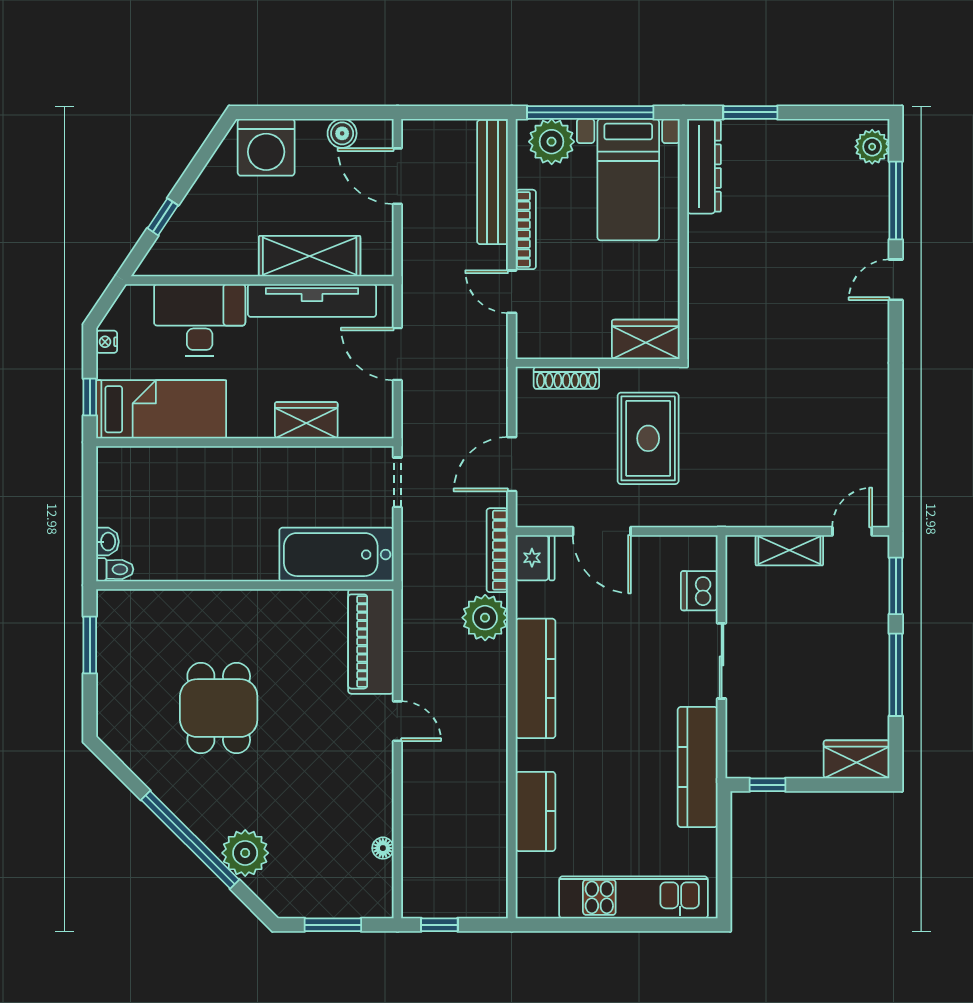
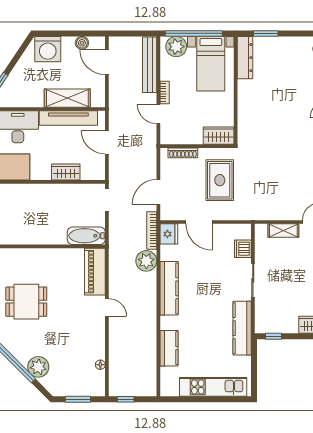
bookcase: (526, 229) -> (165, 93), width x0.64
bathtub: (336, 555) -> (86, 236), width x0.73, depth x0.73
dining table: (219, 708) -> (26, 302), turned 90

